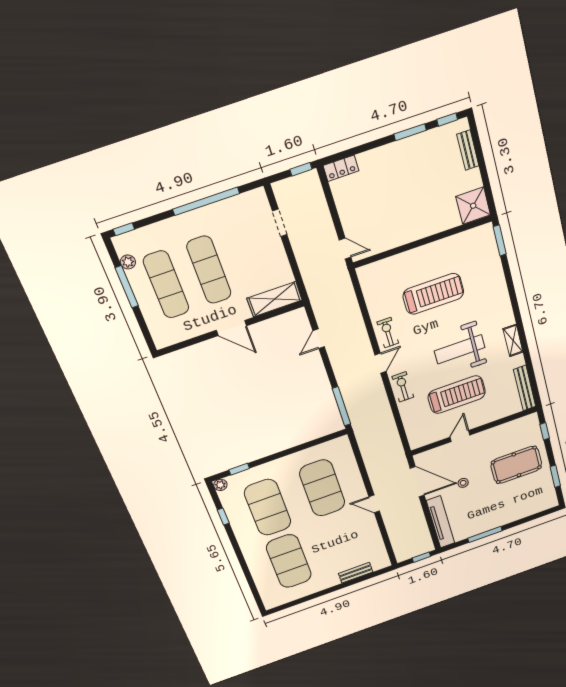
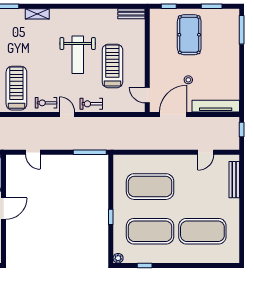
treadmill: (433, 294) -> (16, 88), moved
shelving: (513, 340) -> (37, 14), moved
bench: (525, 388) -> (131, 14), width x0.73
door: (460, 436) -> (147, 95), moved
window: (239, 469) -> (111, 217), moved
door: (374, 504) -> (206, 152), moved
window: (485, 534) -> (242, 30), moved
bench: (356, 573) -> (234, 180), width x1.36

